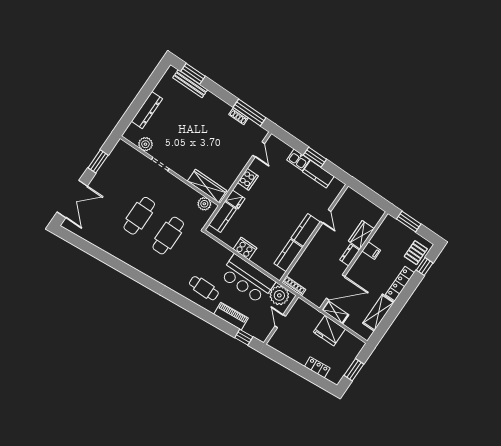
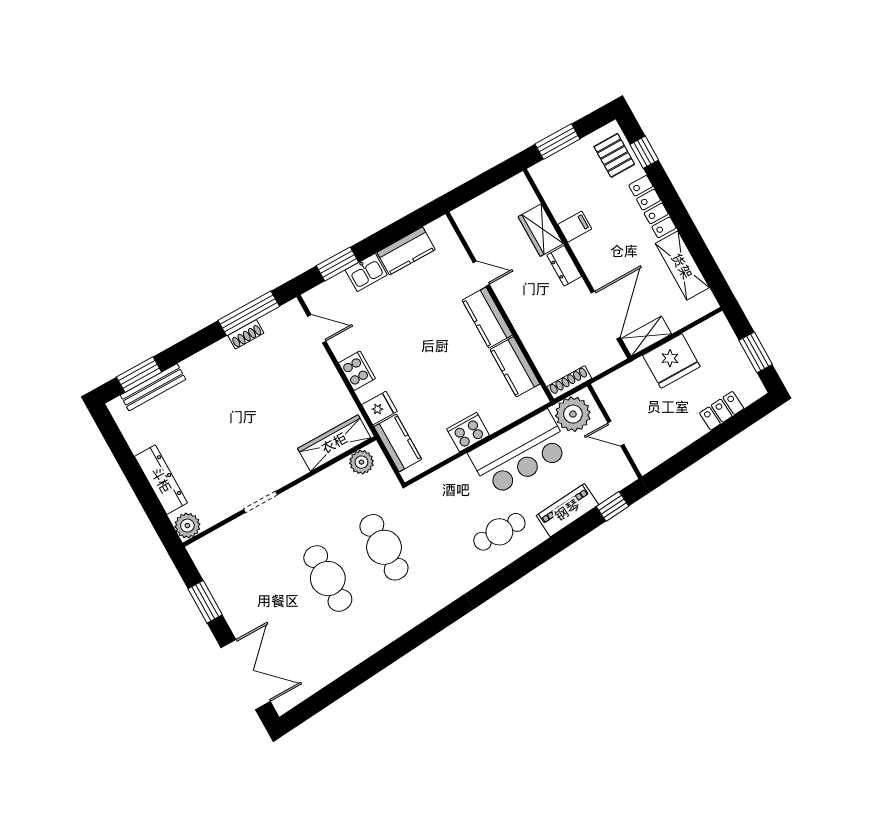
plant: (145, 144) -> (187, 526), moved
window: (315, 157) -> (337, 264), moved

